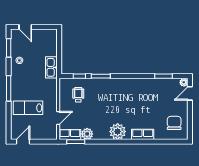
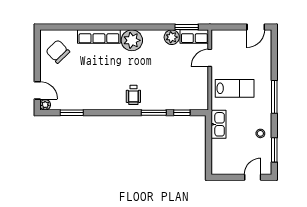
door: (25, 27) -> (253, 177), hinge flipped
door: (190, 93) -> (37, 90), hinge flipped
wheelchair: (78, 95) -> (133, 95), moved
lab bench: (28, 108) -> (235, 88), moved
chair: (174, 123) -> (58, 52), turned 136
row of seats: (143, 134) -> (99, 37), width x1.48

